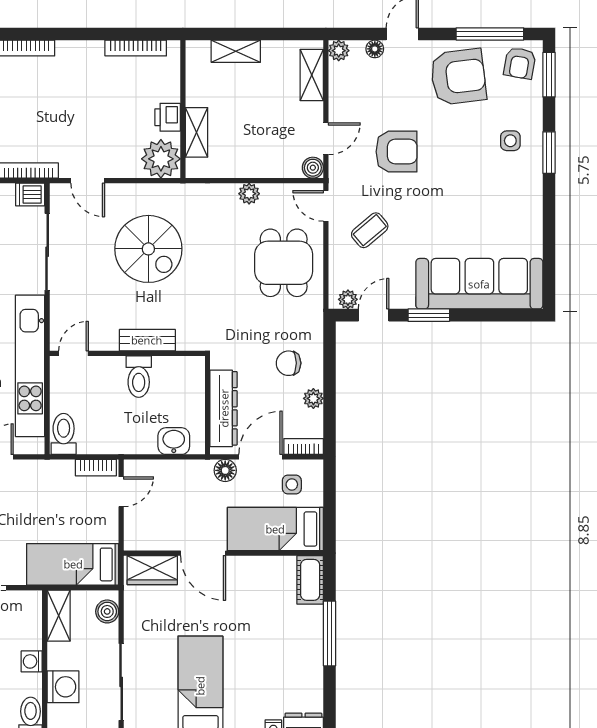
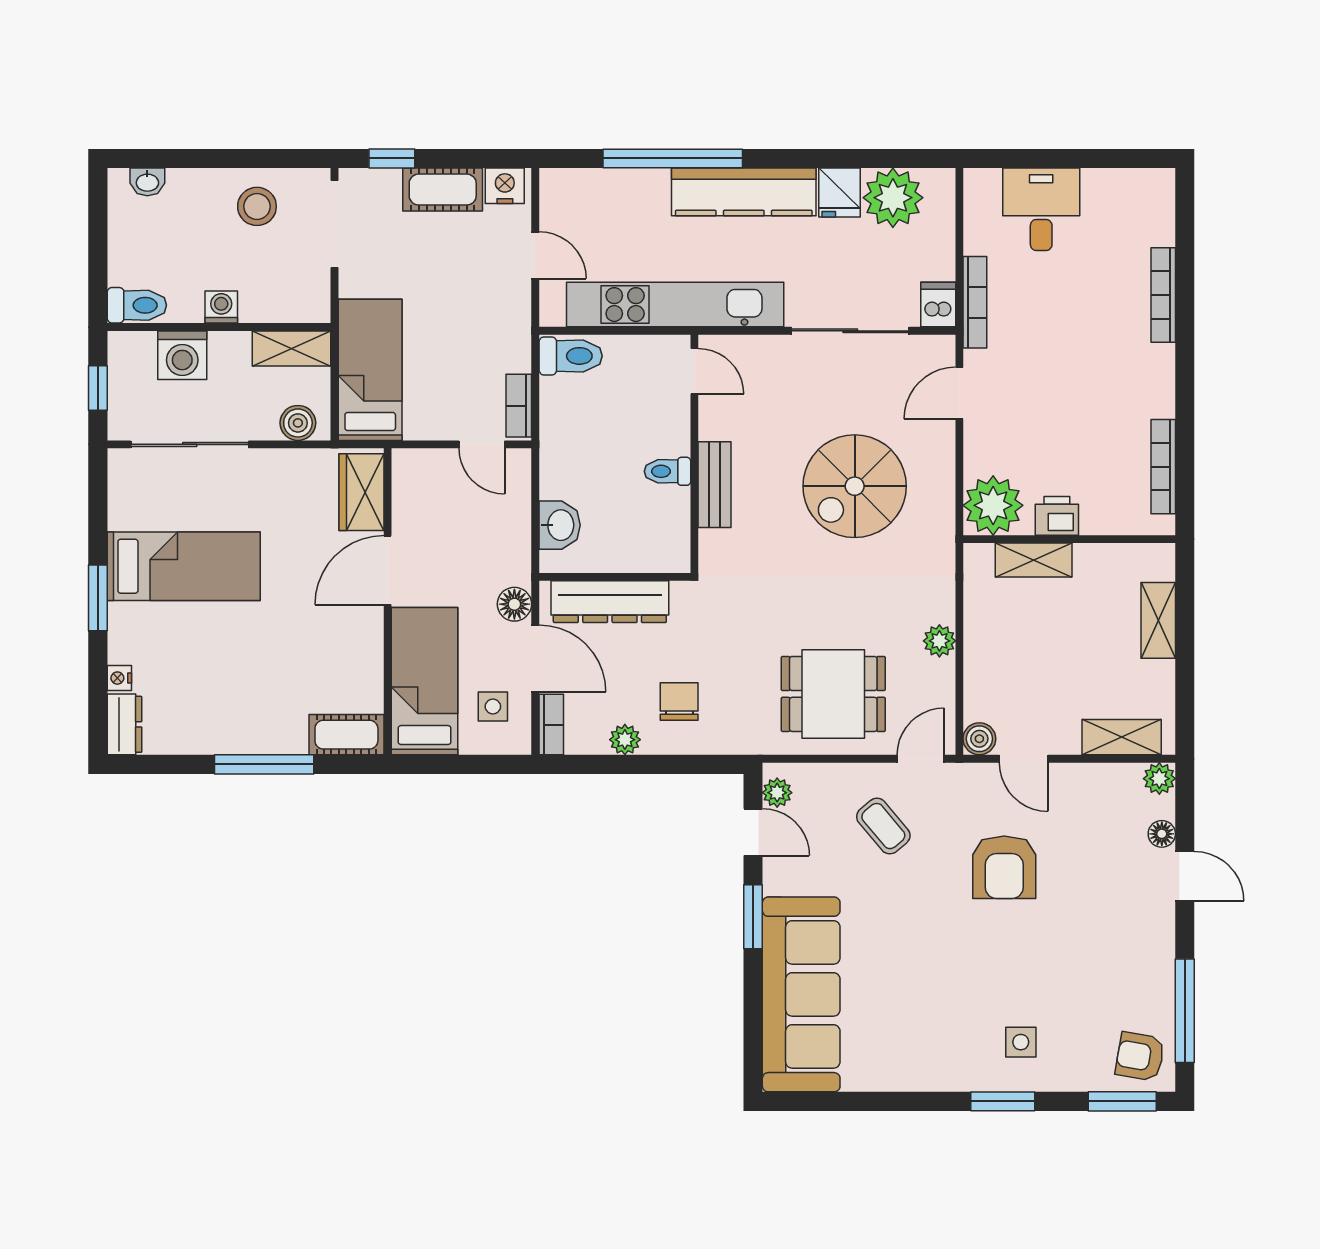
armchair: (458, 77) -> (1119, 962), removed
toilet: (139, 377) -> (667, 471), width x0.73, depth x0.72

